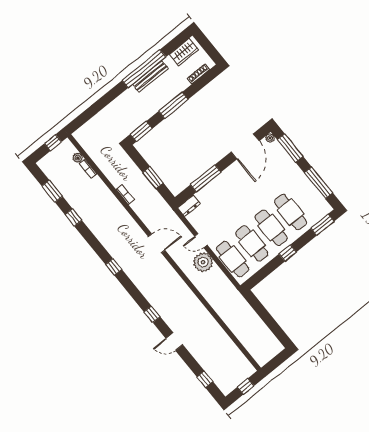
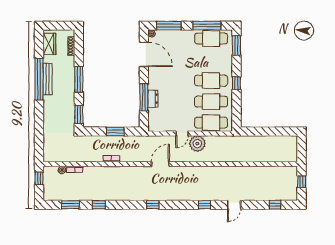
dresser: (189, 206) -> (153, 99), moved
cafe table: (290, 212) -> (211, 39), moved

